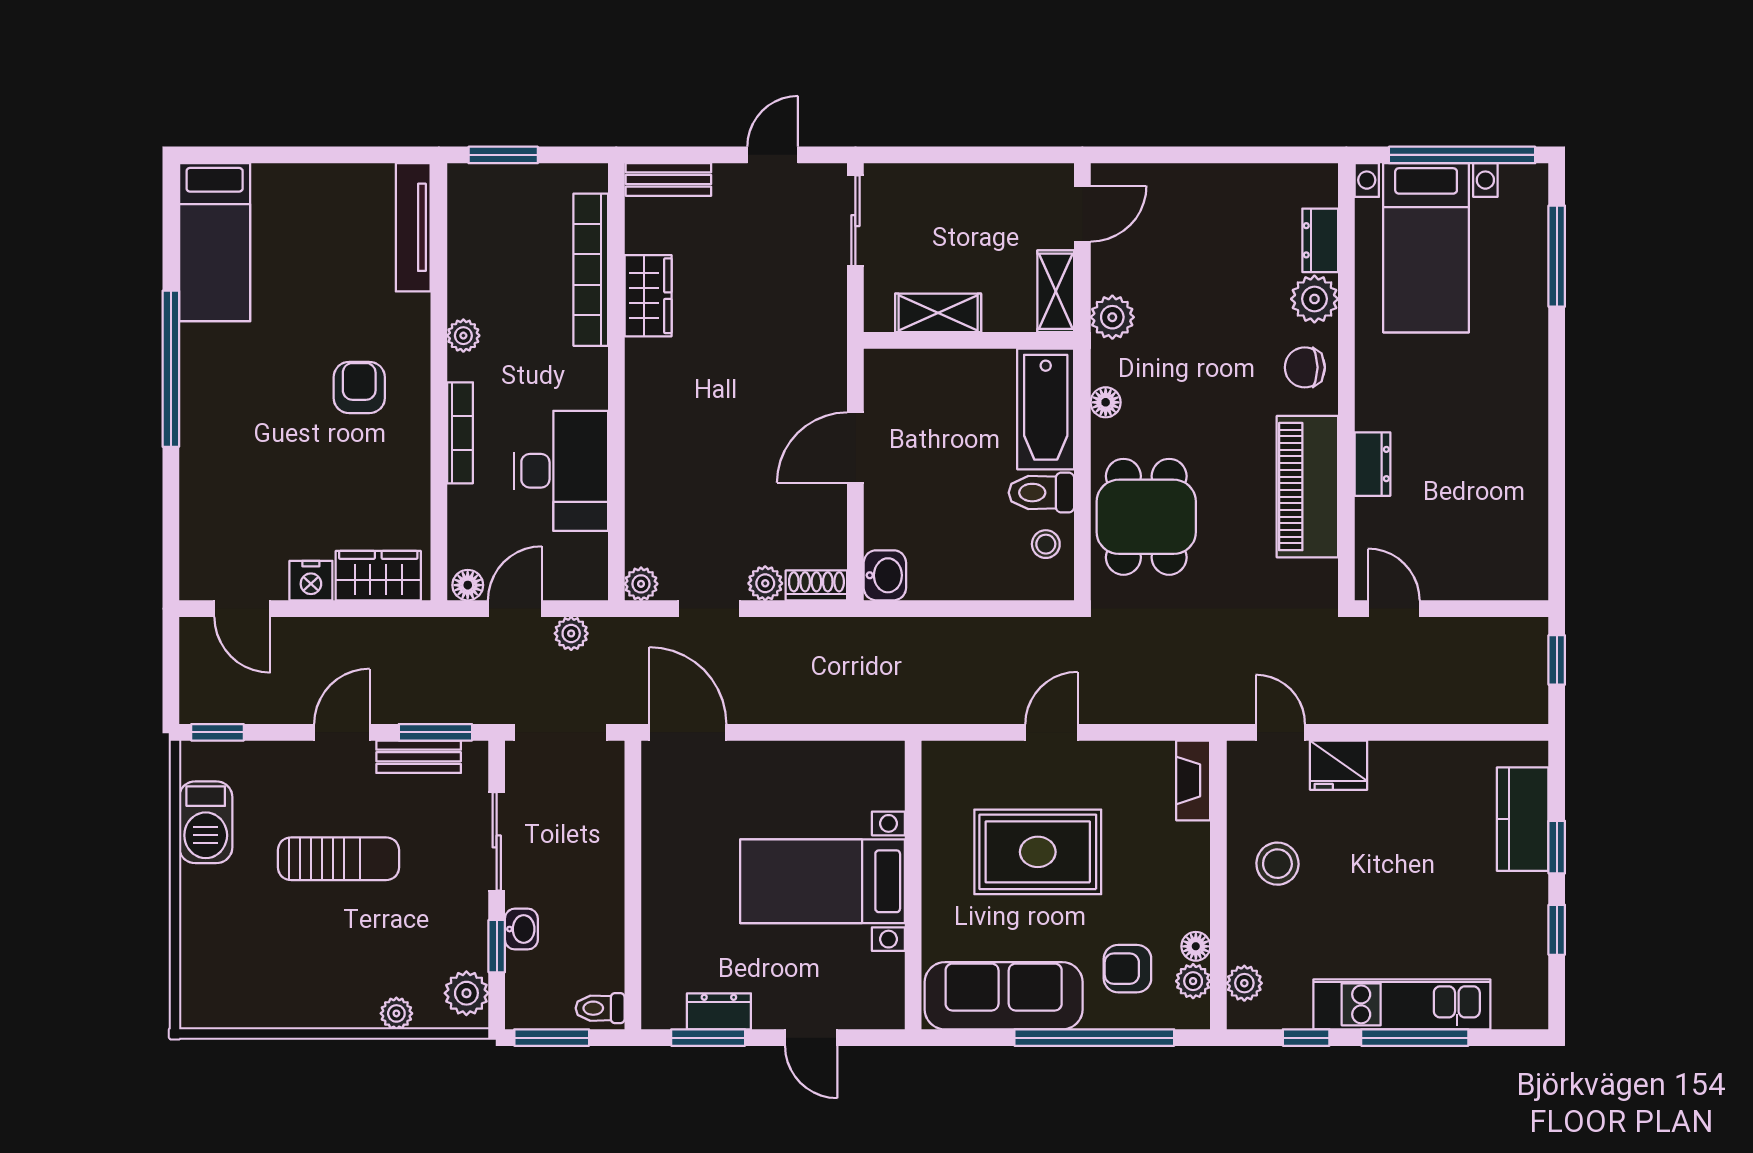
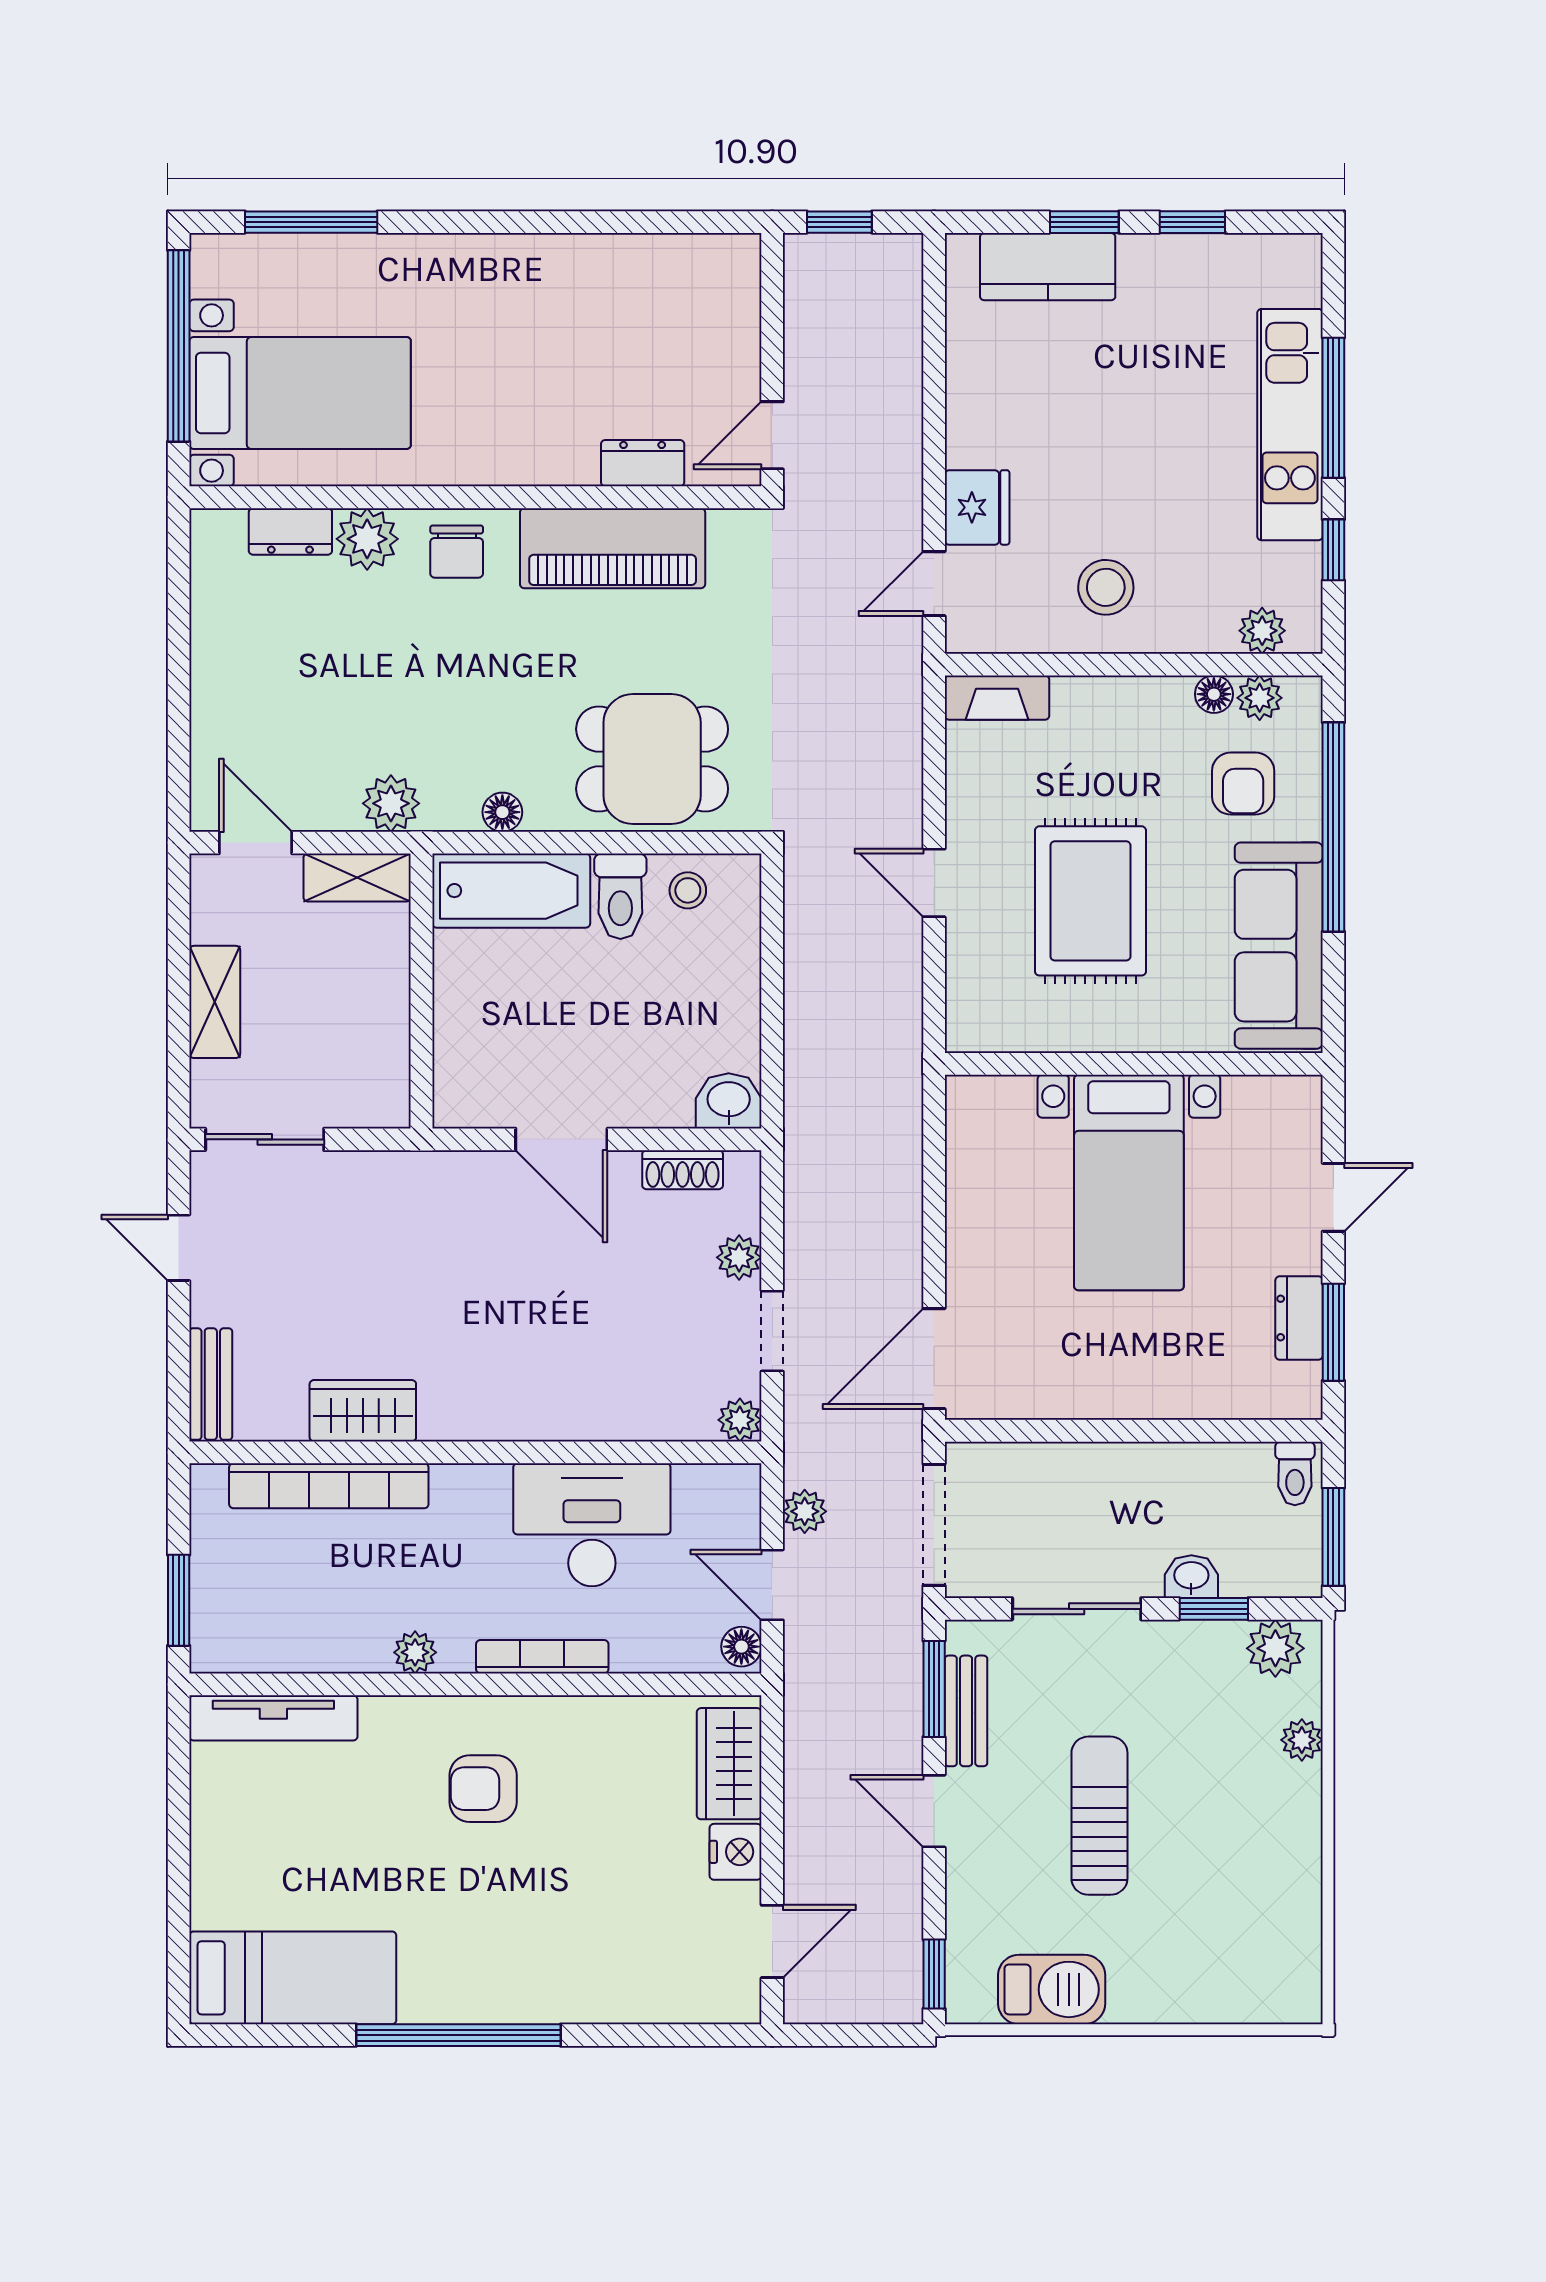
shelving: (938, 313) -> (215, 1002), moved
dresser: (1372, 464) -> (643, 463), moved
shoe rack: (816, 585) -> (683, 1170), moved, turned -90

